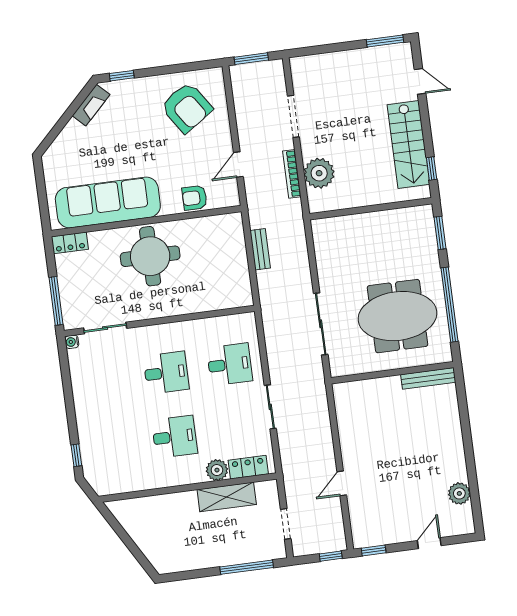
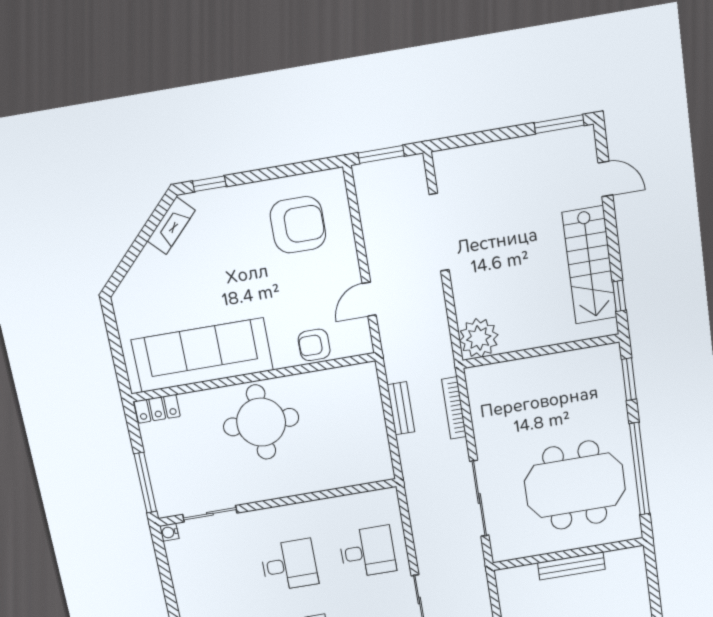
armchair: (187, 108) -> (298, 225), turned -56
doorway: (293, 116) -> (439, 232), width x1.36
plant: (319, 173) -> (479, 338), moved
bookcase: (292, 174) -> (454, 408), moved
bench: (428, 378) -> (571, 566), moved

